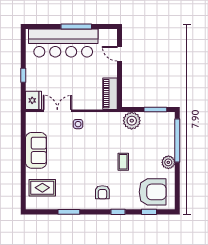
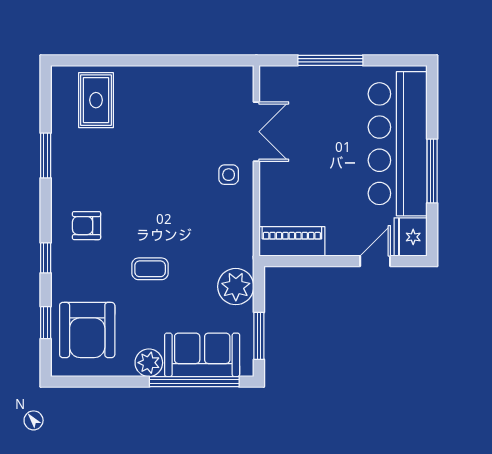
window: (23, 75) -> (330, 60), width x2.17
fridge: (34, 100) -> (411, 237), moved, turned 90
sofa: (36, 150) -> (202, 355), moved, turned 180

